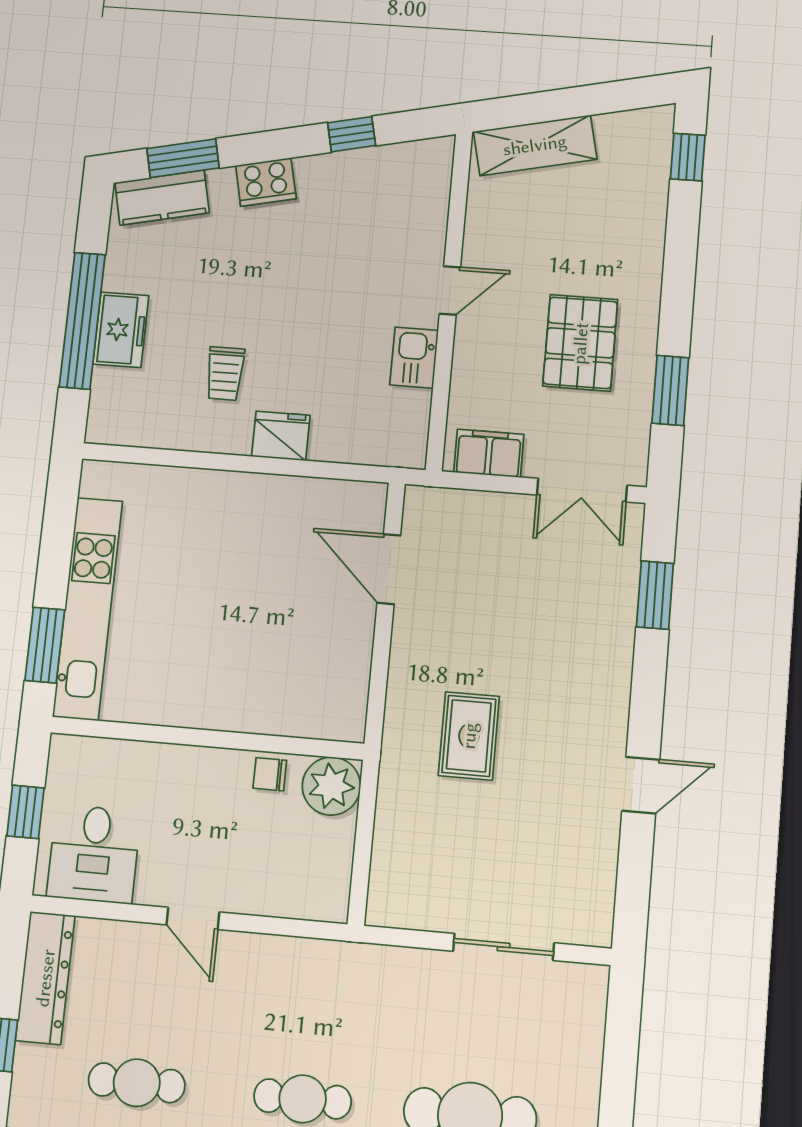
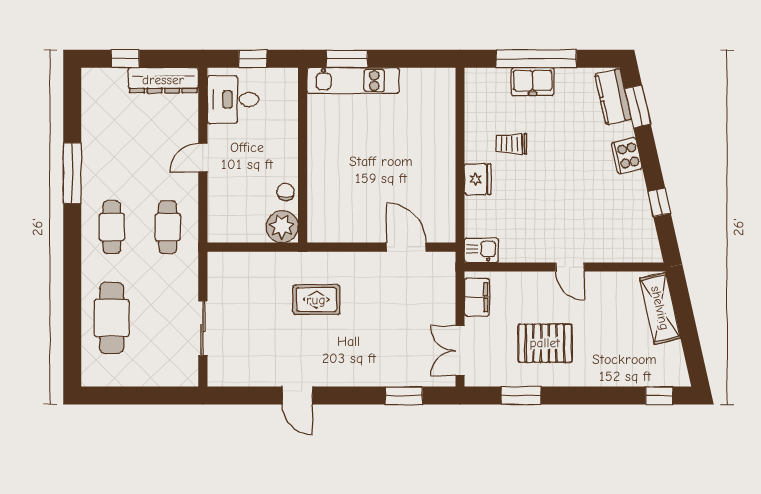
kitchen sink: (414, 358) -> (481, 250), moved
door: (389, 569) -> (406, 247), hinge flipped
kitchen unit: (88, 608) -> (353, 81), width x0.73
cafe table: (137, 1083) -> (168, 227), moved

